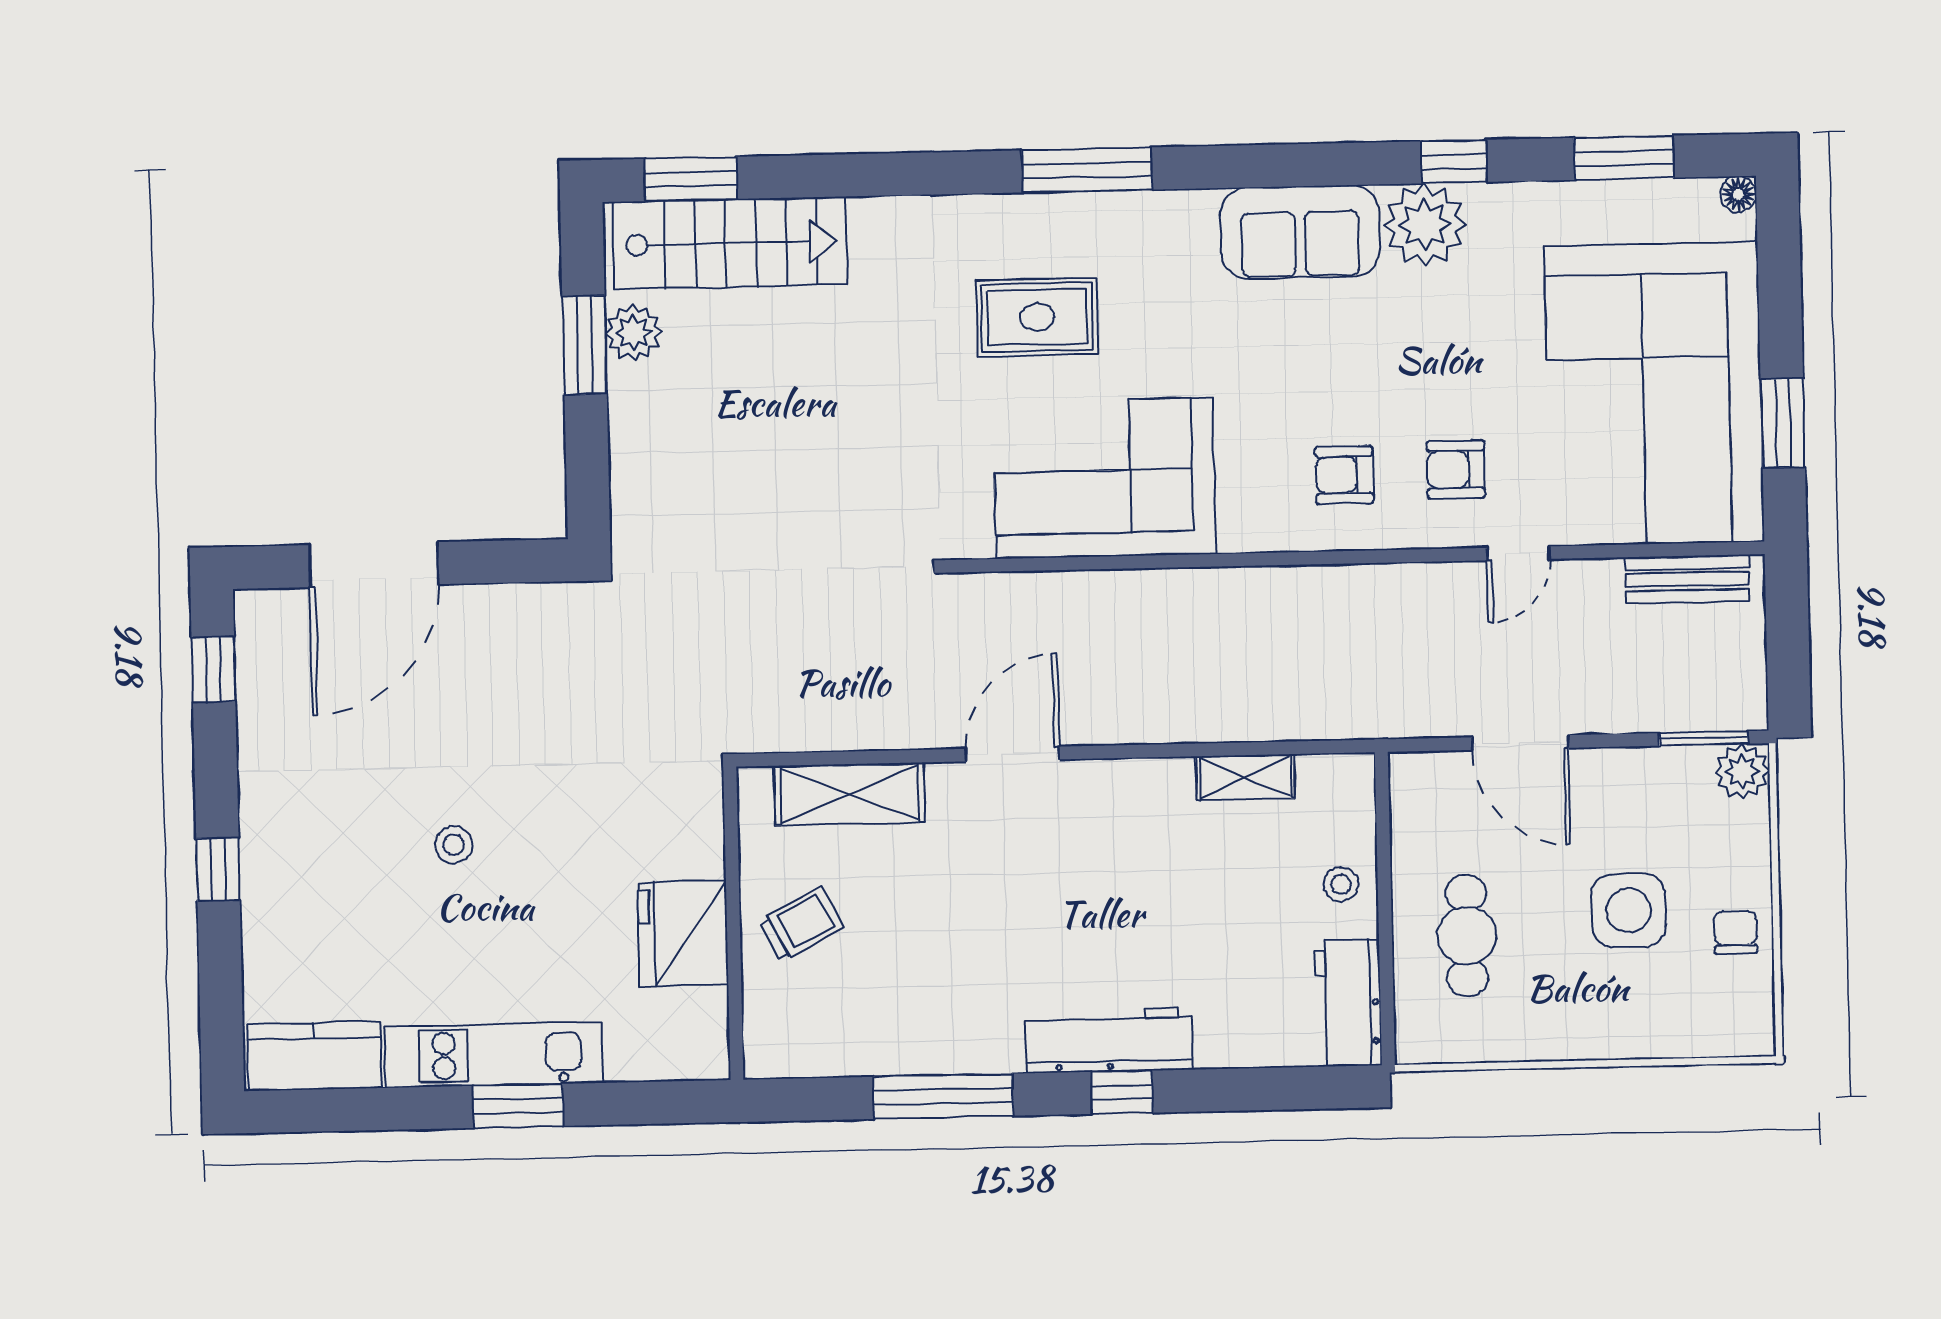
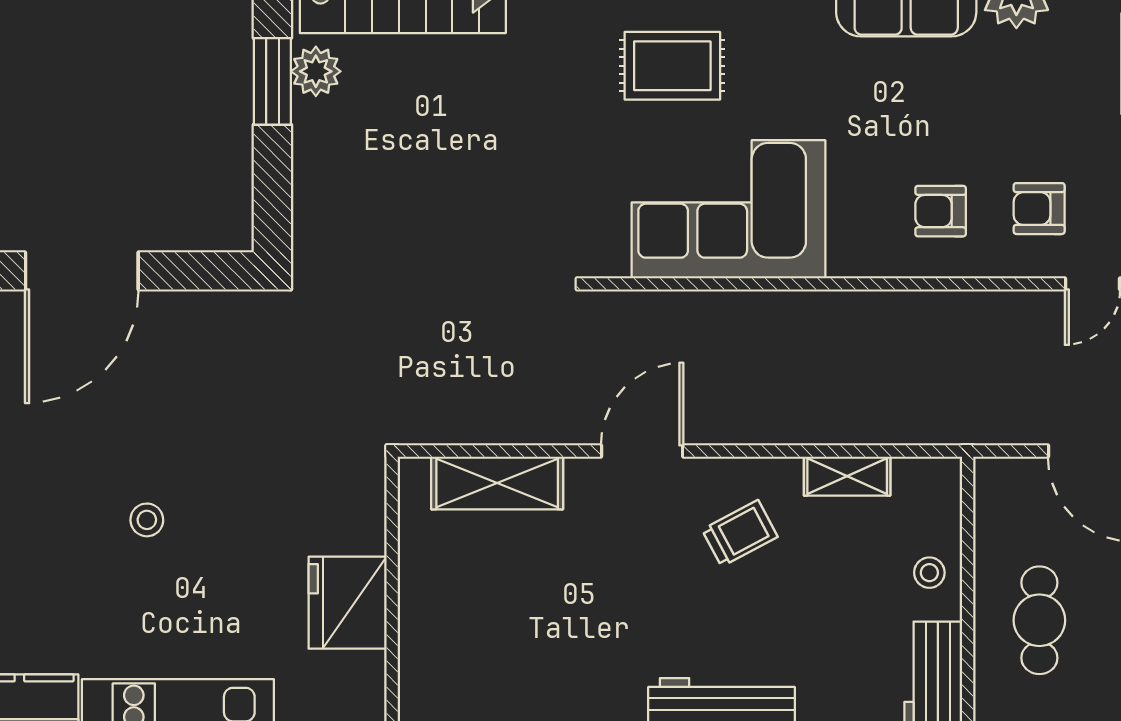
trolley: (801, 924) -> (740, 533), moved

